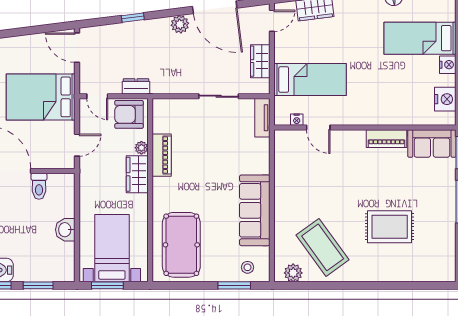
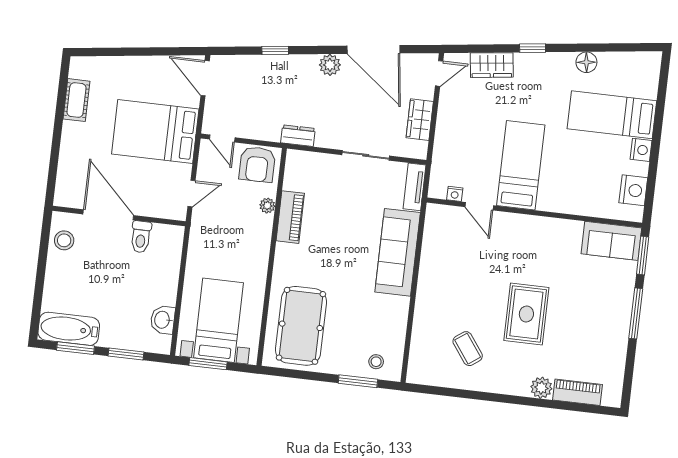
bed: (310, 80) -> (521, 165), moved, turned -90
dresser: (136, 86) -> (298, 136), moved
armchair: (129, 114) -> (257, 164), turned -90
piano: (387, 139) -> (577, 392), moved, turned 180
wardrobe: (137, 174) -> (259, 236), removed
sofa: (255, 210) -> (398, 252), moved
rug: (390, 227) -> (526, 314), moved, turned 90
washbasin: (65, 230) -> (163, 320), moved
coffee table: (323, 247) -> (468, 349), width x0.54, depth x0.58
plant: (293, 273) -> (541, 388), moved

